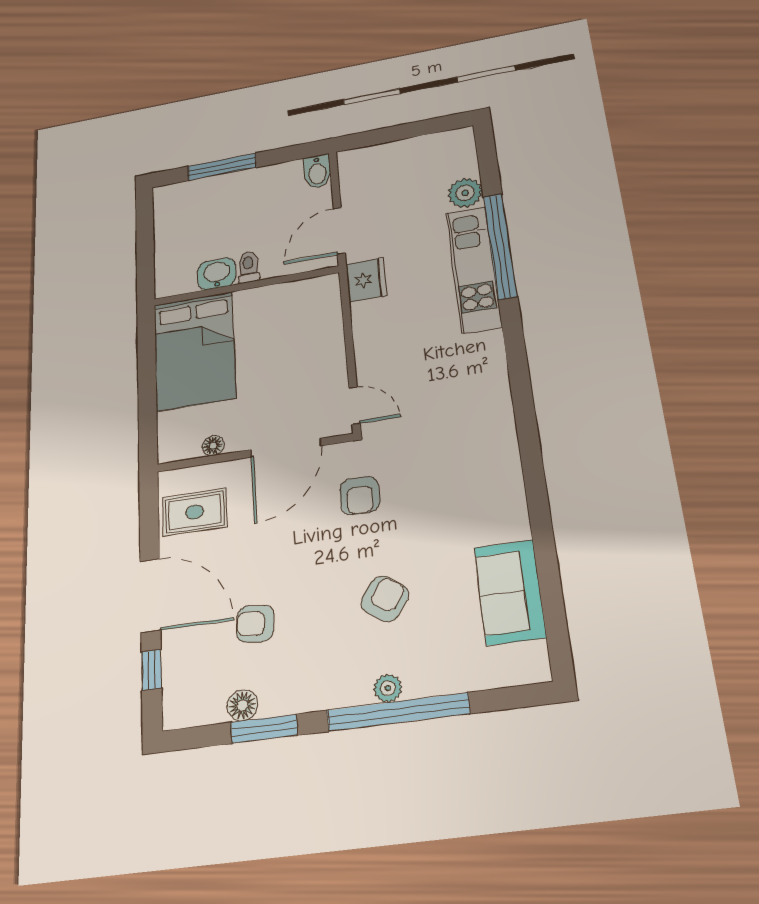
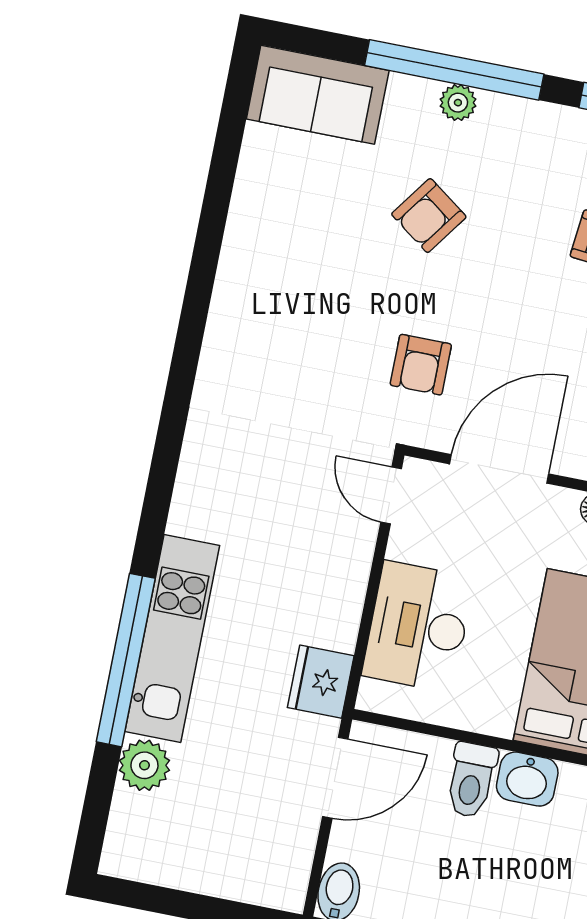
toilet: (248, 267) -> (471, 780), width x1.37, depth x1.39
desk: (312, 334) -> (418, 627), added
armchair: (360, 496) -> (421, 365), turned 180
sofa: (510, 592) -> (318, 95), moved, turned 90

